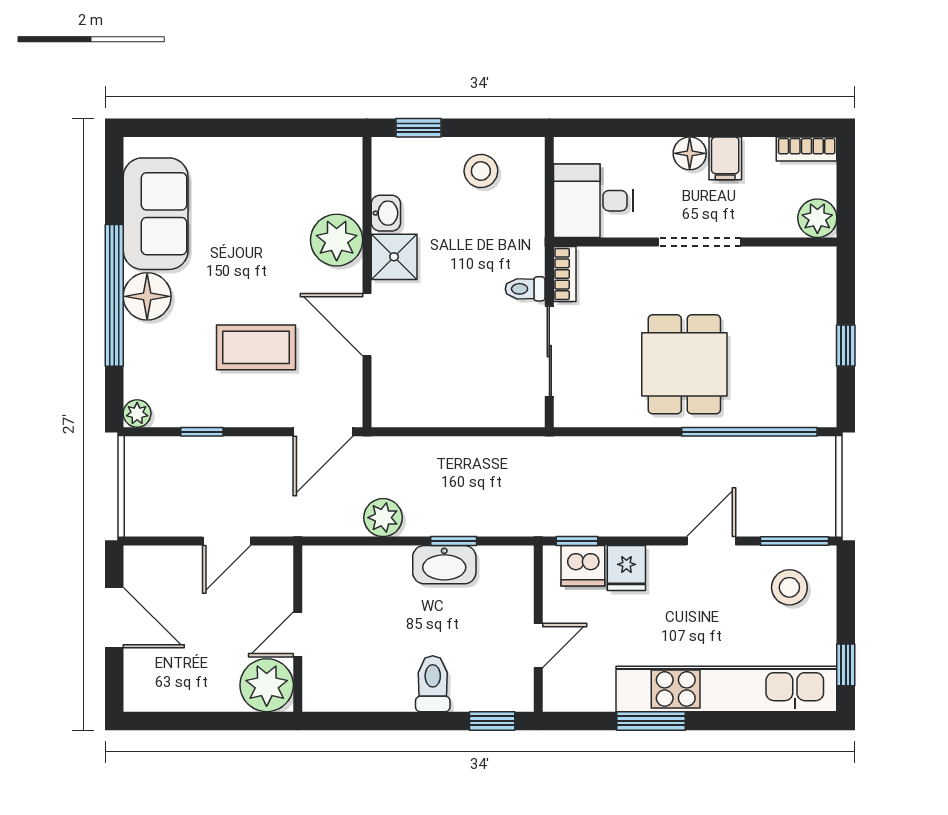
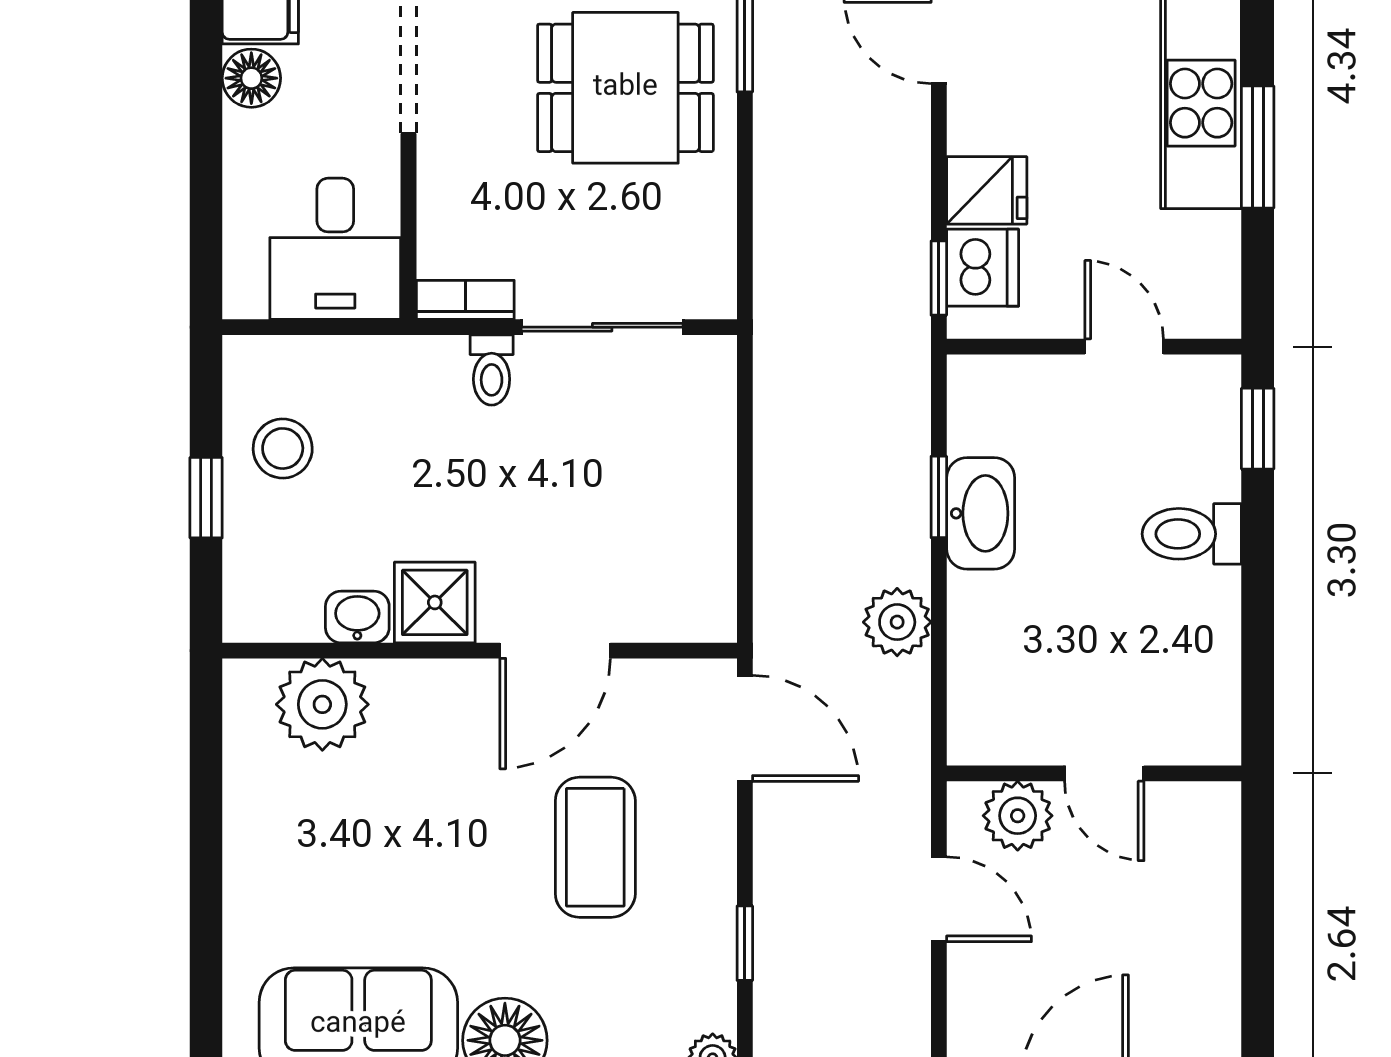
window: (419, 128) -> (206, 498), moved
plant: (337, 240) -> (322, 704), moved
plant: (267, 685) -> (1018, 816), moved, width x0.73, depth x0.73

